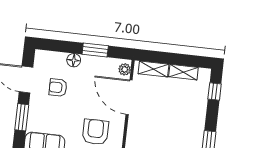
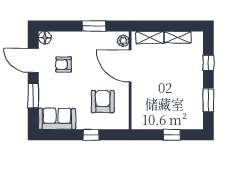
floor lamp: (74, 60) -> (45, 38), moved
window: (215, 91) -> (208, 63), moved

